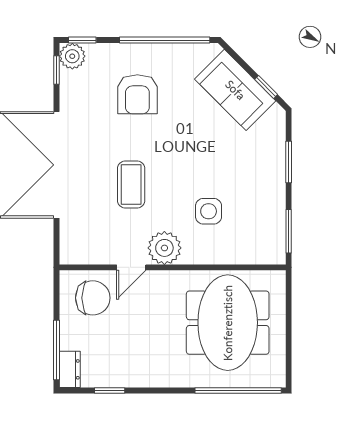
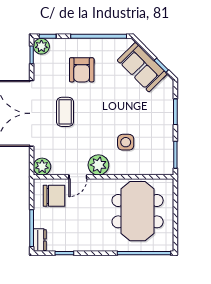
coffee table: (131, 184) -> (65, 112), moved
plant: (73, 251) -> (42, 167), added

